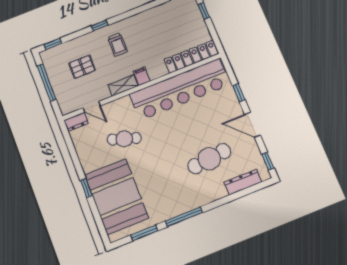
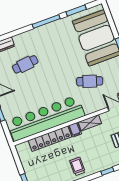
trolley: (118, 44) -> (77, 166), moved
locker: (191, 57) -> (50, 139), moved
cafe table: (209, 159) -> (25, 64), width x0.73, depth x0.74

